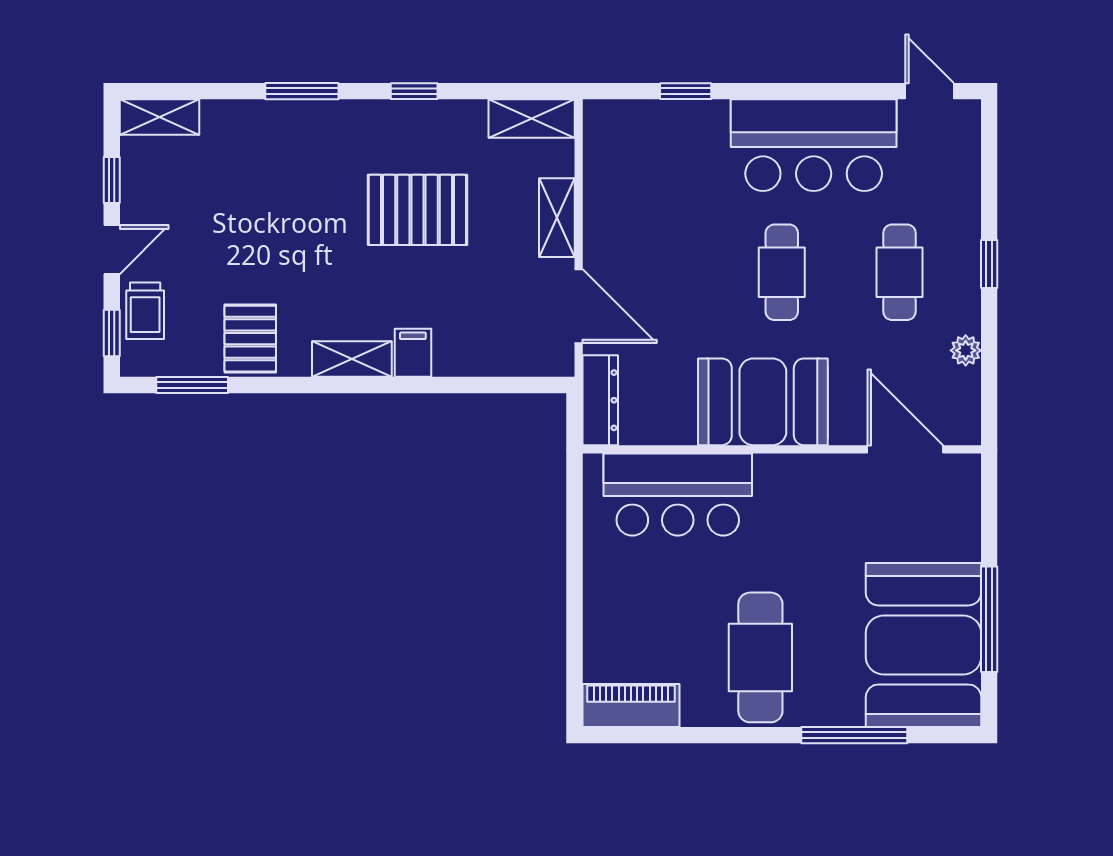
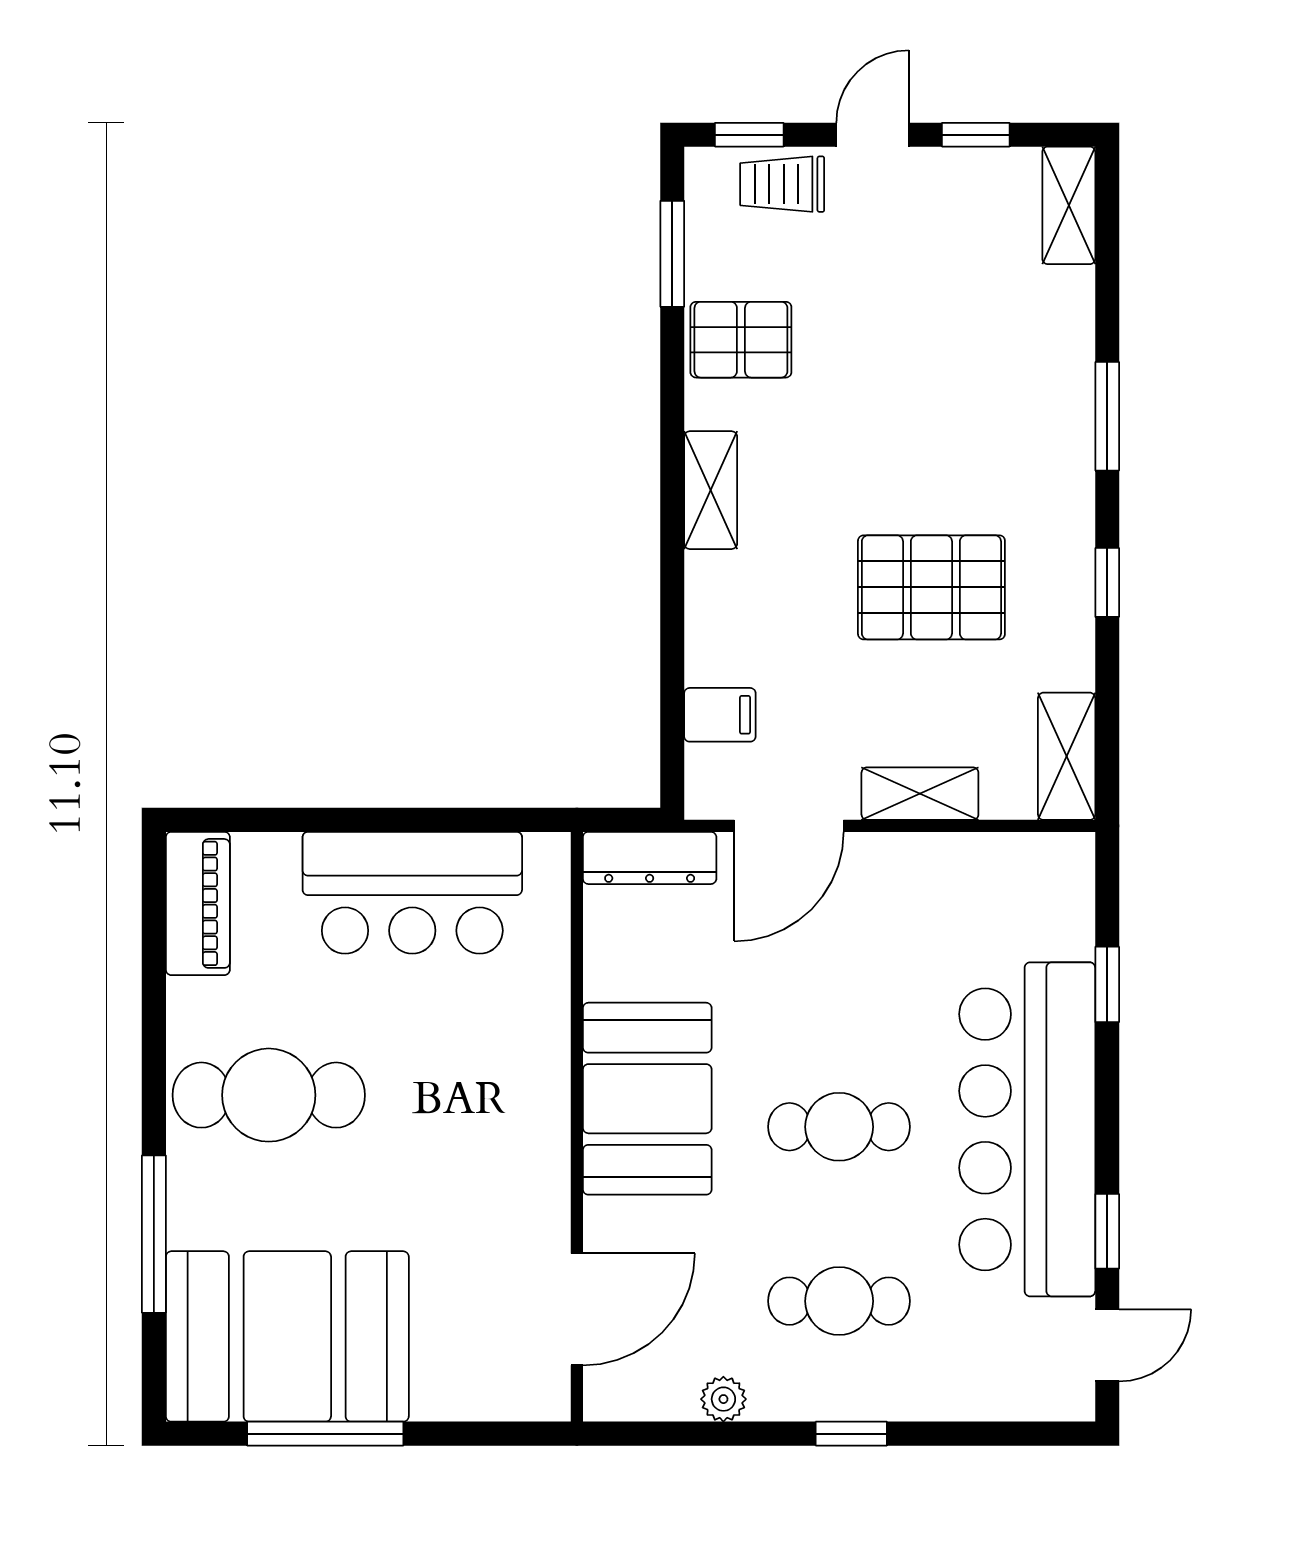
window: (852, 91) -> (1107, 1231), added
bar counter: (814, 145) -> (1027, 1129), width x1.36
pallet: (417, 210) -> (931, 587), turned 90
door: (112, 250) -> (873, 135), swing flipped
filing cabinet: (413, 353) -> (720, 715), moved
bar counter: (678, 495) -> (412, 893), moved, turned -90

